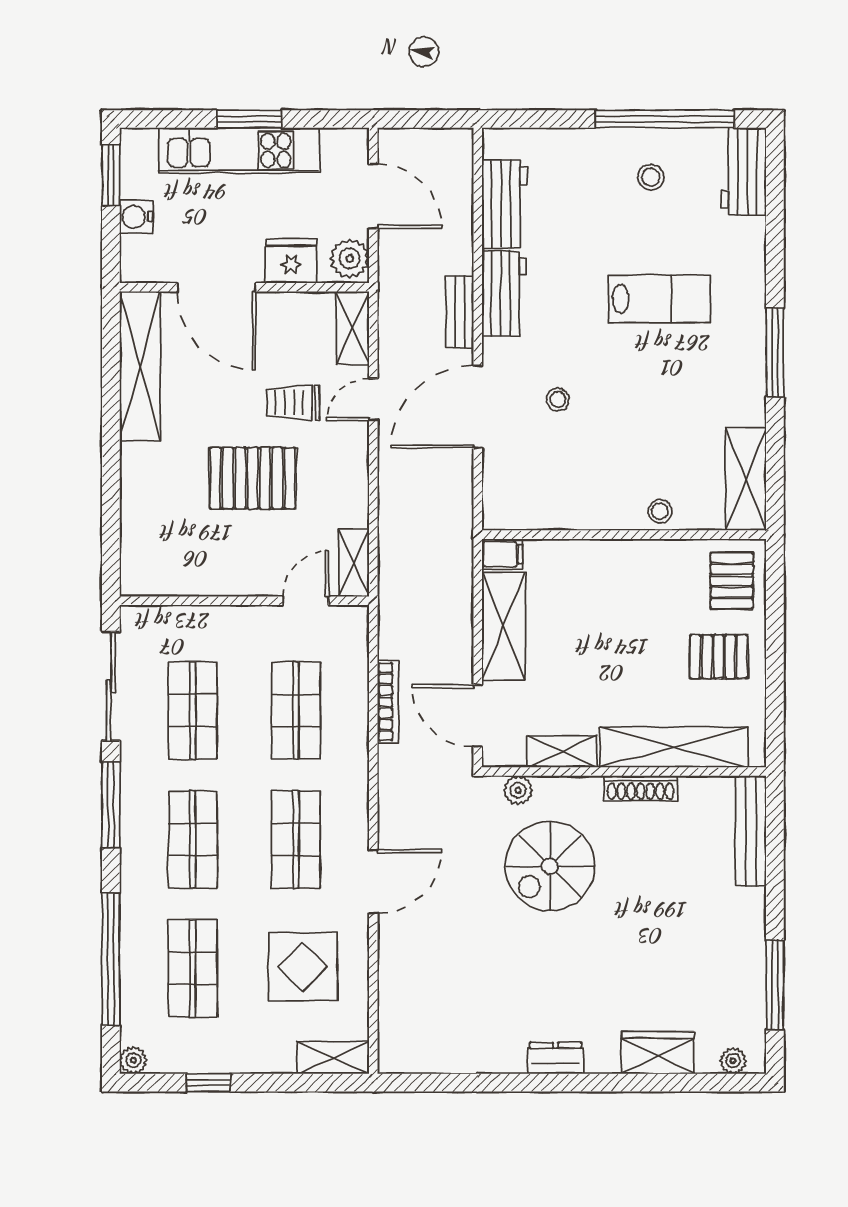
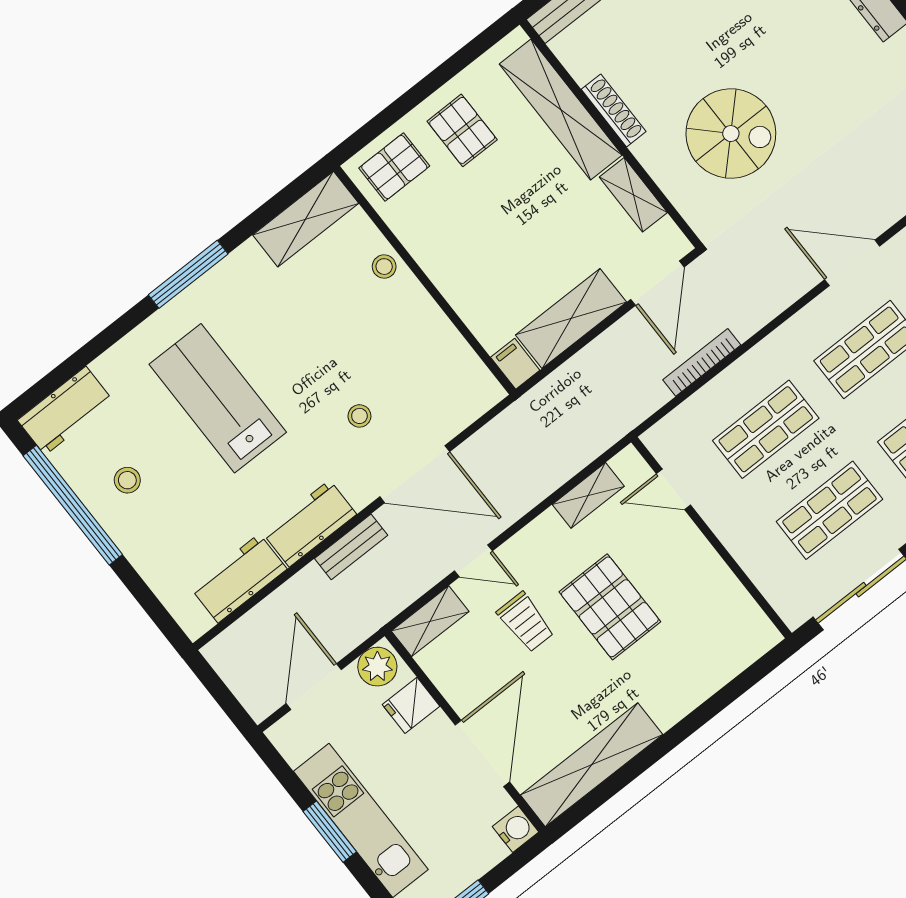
water cooler: (136, 217) -> (516, 829), moved, turned -90
fridge: (291, 261) -> (411, 705), width x0.72
lab bench: (659, 299) -> (218, 398), width x1.36, depth x1.39
shelving: (354, 563) -> (588, 495), moved
plant: (518, 790) -> (691, 206), removed

